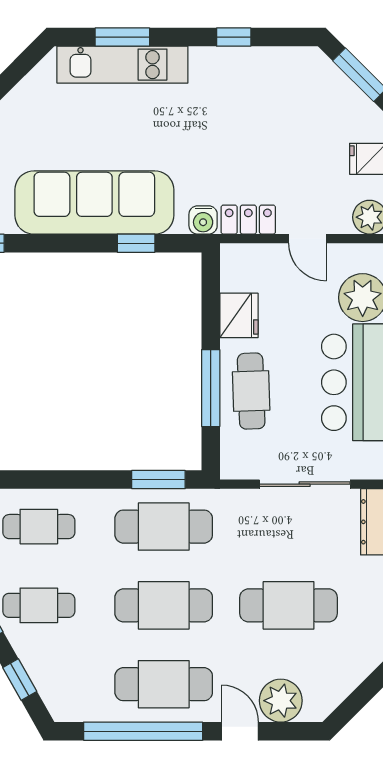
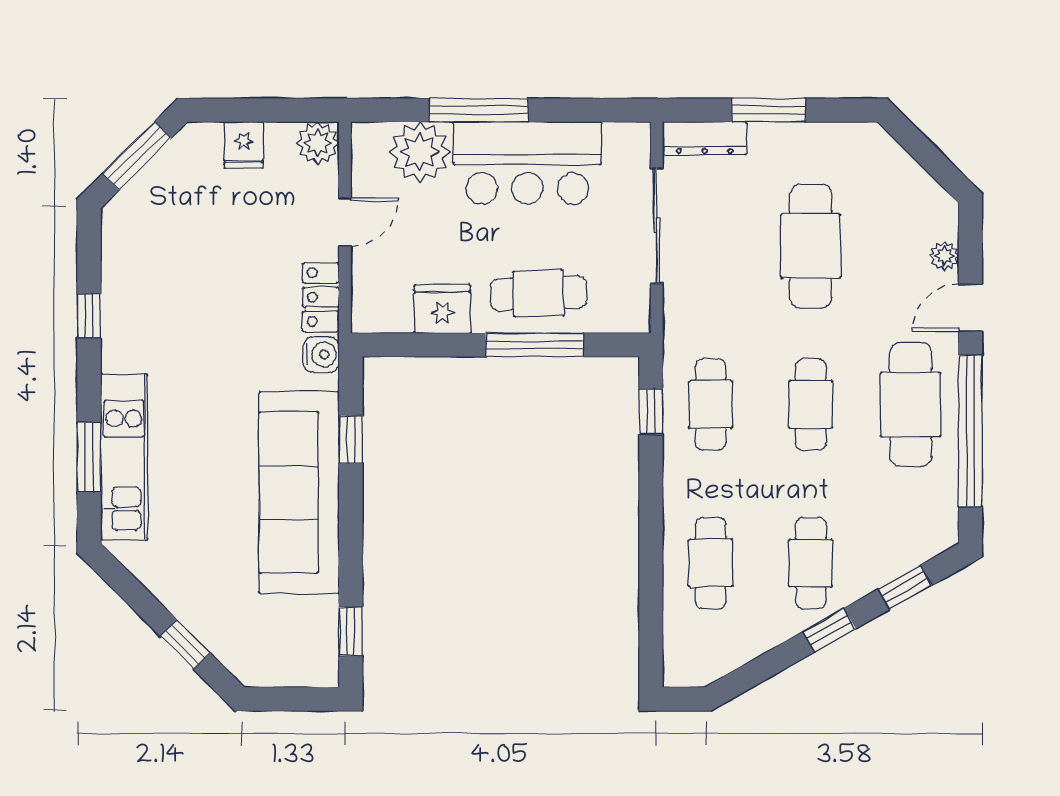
window: (158, 480) -> (651, 411), width x0.67
cafe table: (164, 527) -> (711, 405), width x0.73, depth x0.74
cafe table: (164, 605) -> (811, 405), width x0.73, depth x0.74
plant: (281, 701) -> (944, 256), width x0.53, depth x0.53

